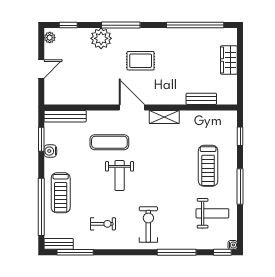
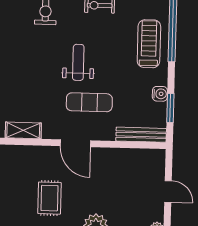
rug: (141, 61) -> (50, 198), turned 90
door: (41, 69) -> (168, 191), swing flipped
door: (132, 107) -> (75, 143), moved

